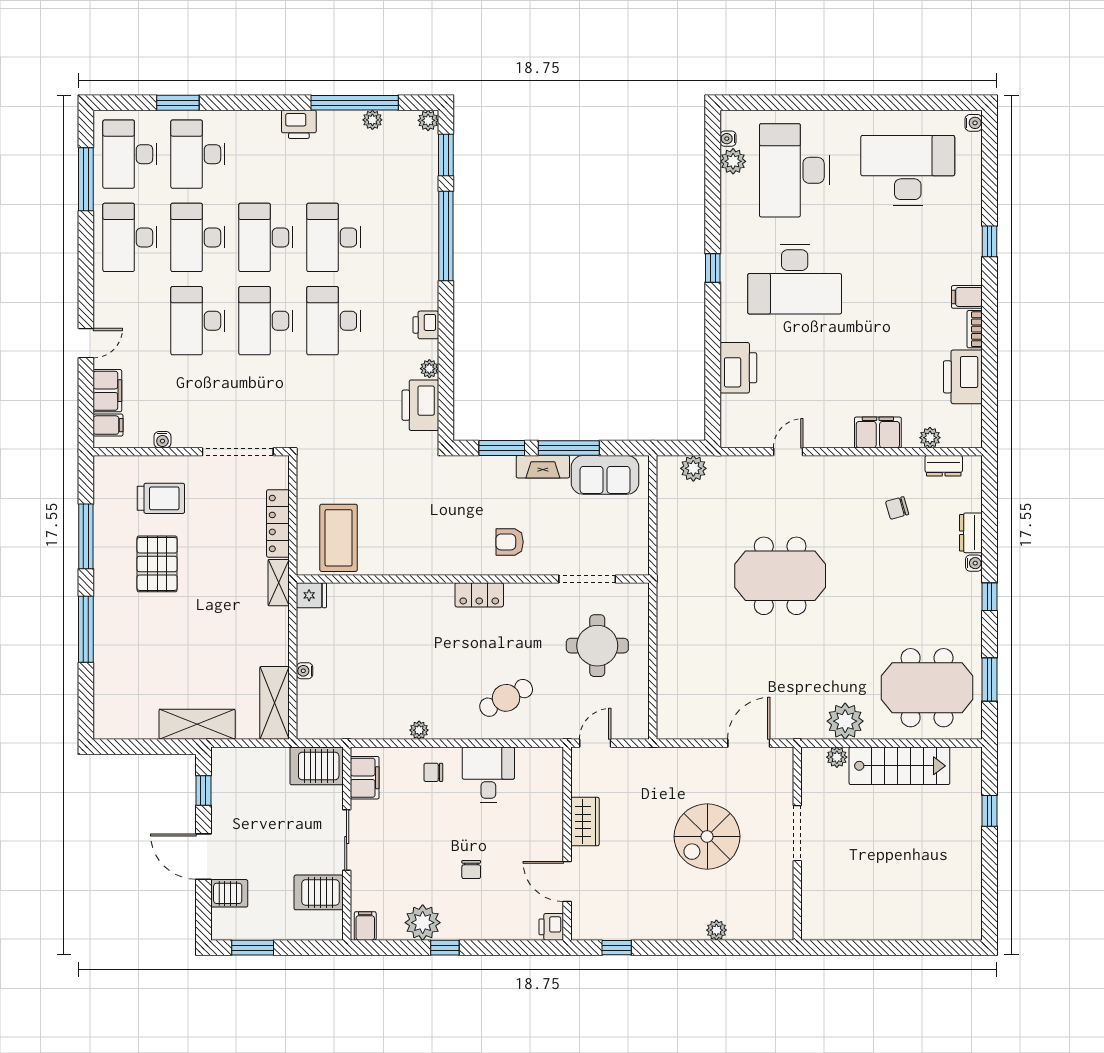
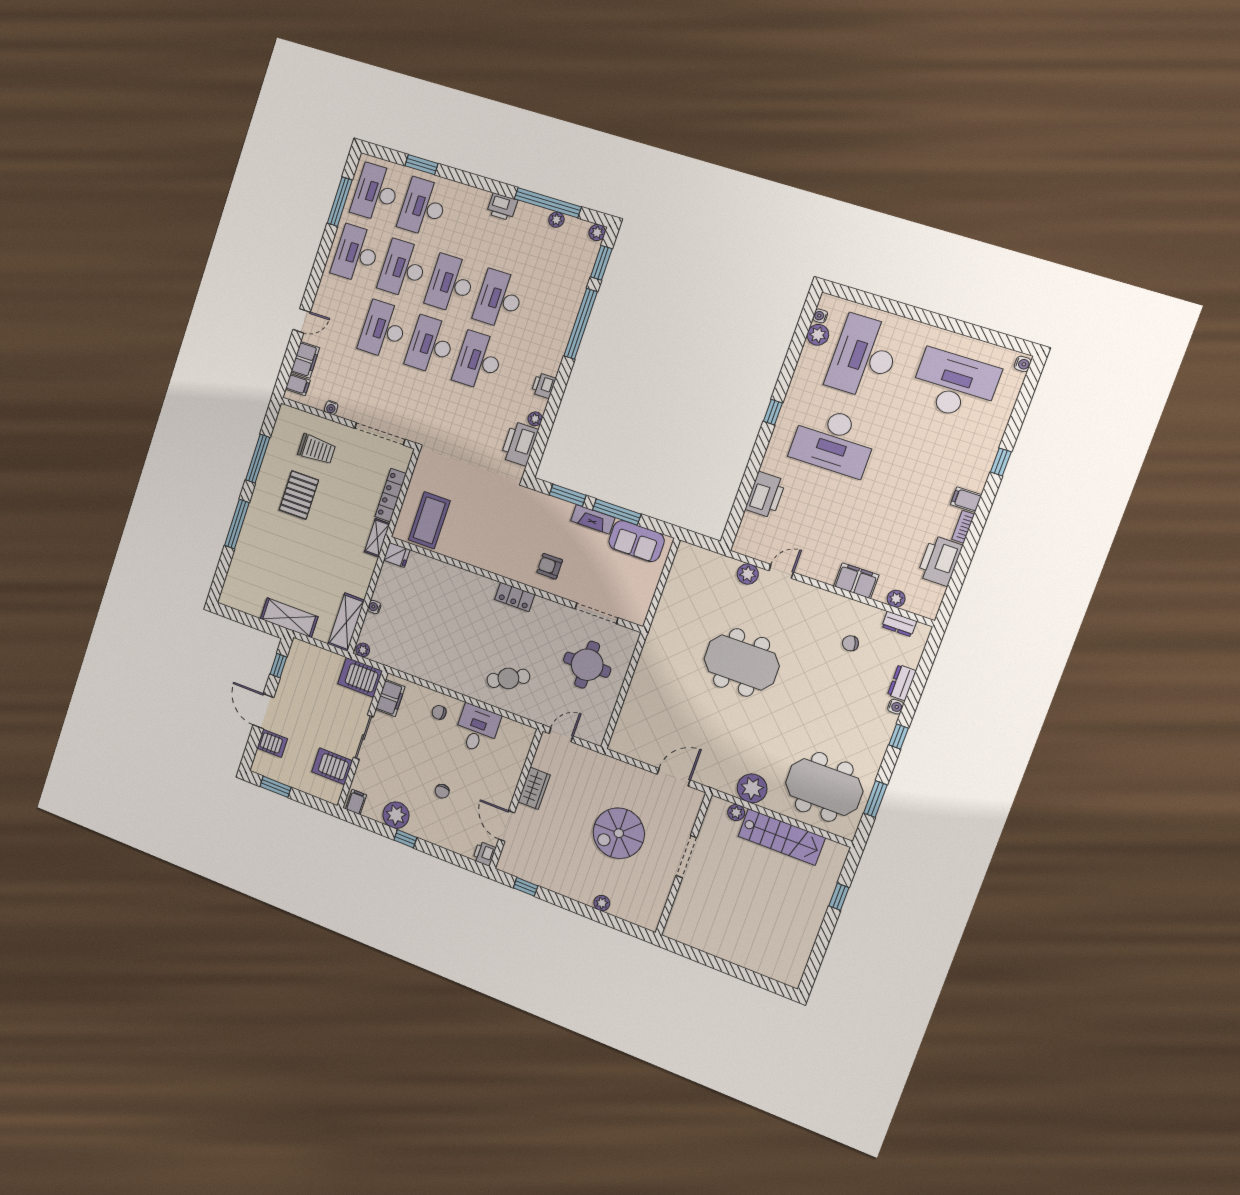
plant: (693, 468) -> (748, 574), moved
plant: (419, 730) -> (363, 650), moved

